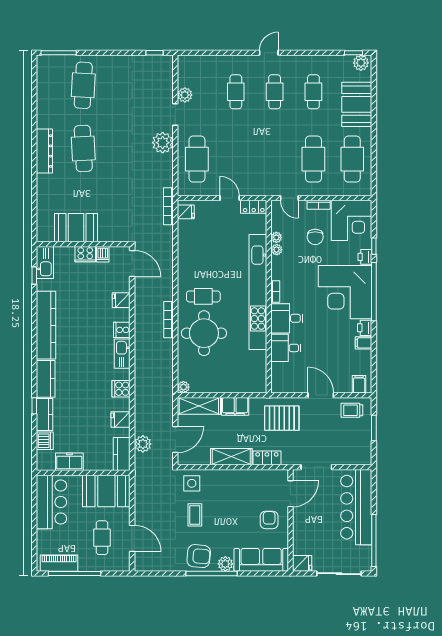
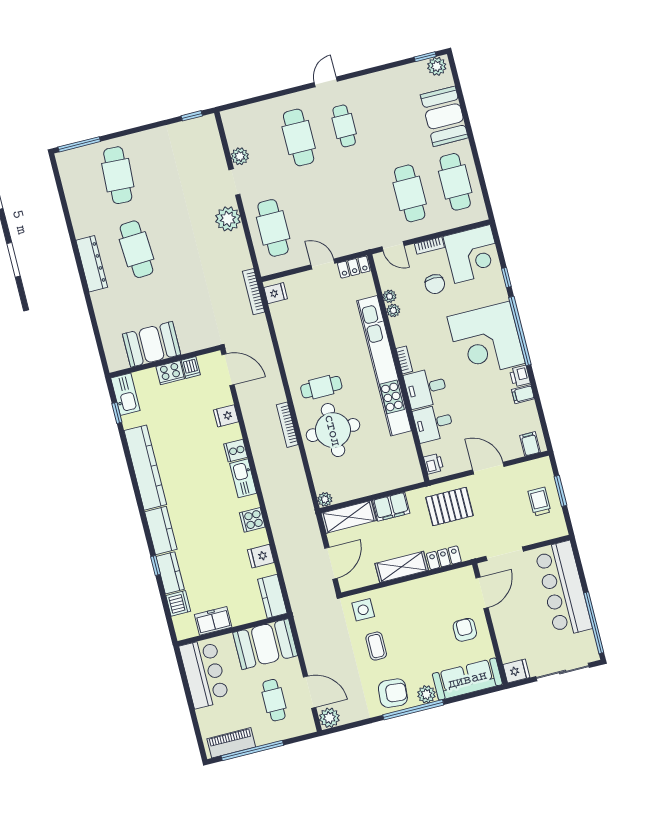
cafe table: (236, 92) -> (299, 137), width x1.37, depth x1.35
cafe table: (313, 92) -> (390, 114), removed
printer: (365, 257) -> (434, 464), moved, turned 180
trolley: (352, 410) -> (539, 502), moved, turned 90
plant: (143, 444) -> (329, 718), moved

